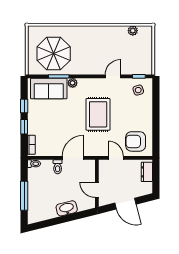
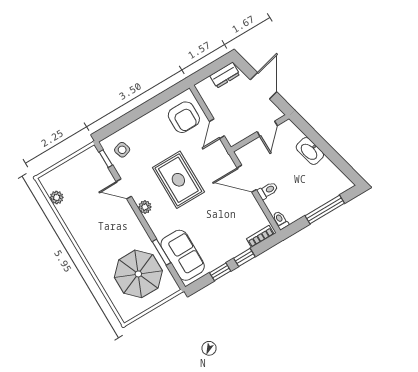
plant: (73, 83) -> (145, 207), moved
rug: (98, 114) -> (178, 180), turned 90
dresser: (147, 172) -> (225, 75), moved

